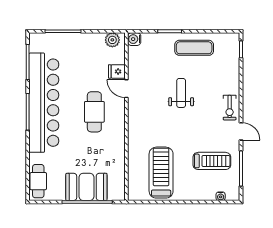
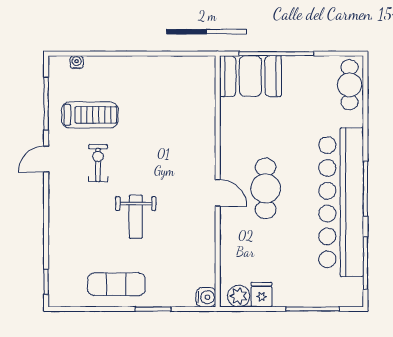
fridge: (117, 71) -> (262, 295), moved, turned -90
door: (126, 89) -> (218, 193), moved
exercise bike: (230, 108) -> (98, 163), moved
door: (241, 131) -> (46, 159), hinge flipped
treadmill: (212, 161) -> (90, 115), turned 180
treadmill: (161, 173) -> (166, 98), removed
booth: (86, 187) -> (250, 76), moved

